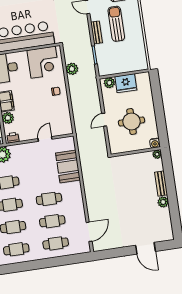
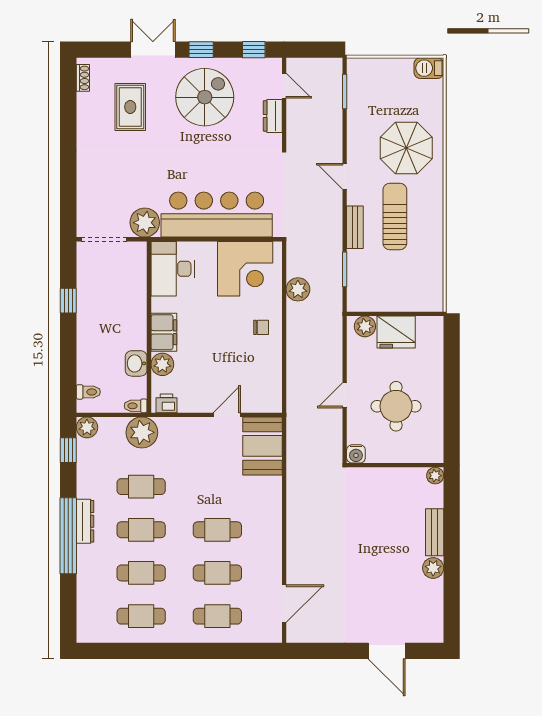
water cooler: (155, 143) -> (356, 454), moved
booth: (68, 167) -> (263, 446), moved

